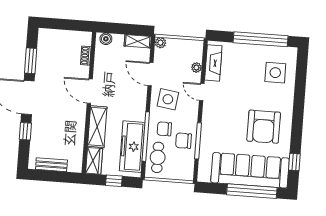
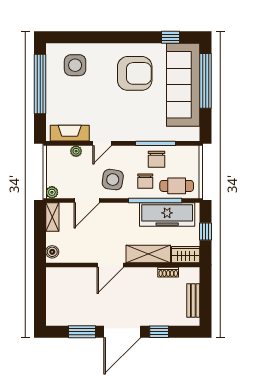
shoe rack: (86, 56) -> (168, 272), moved

